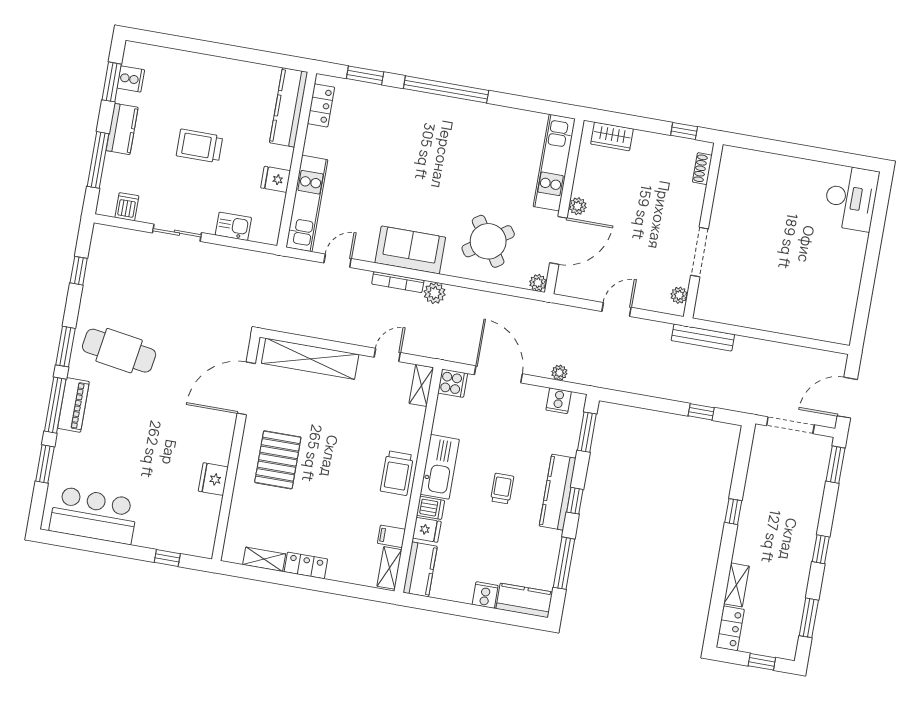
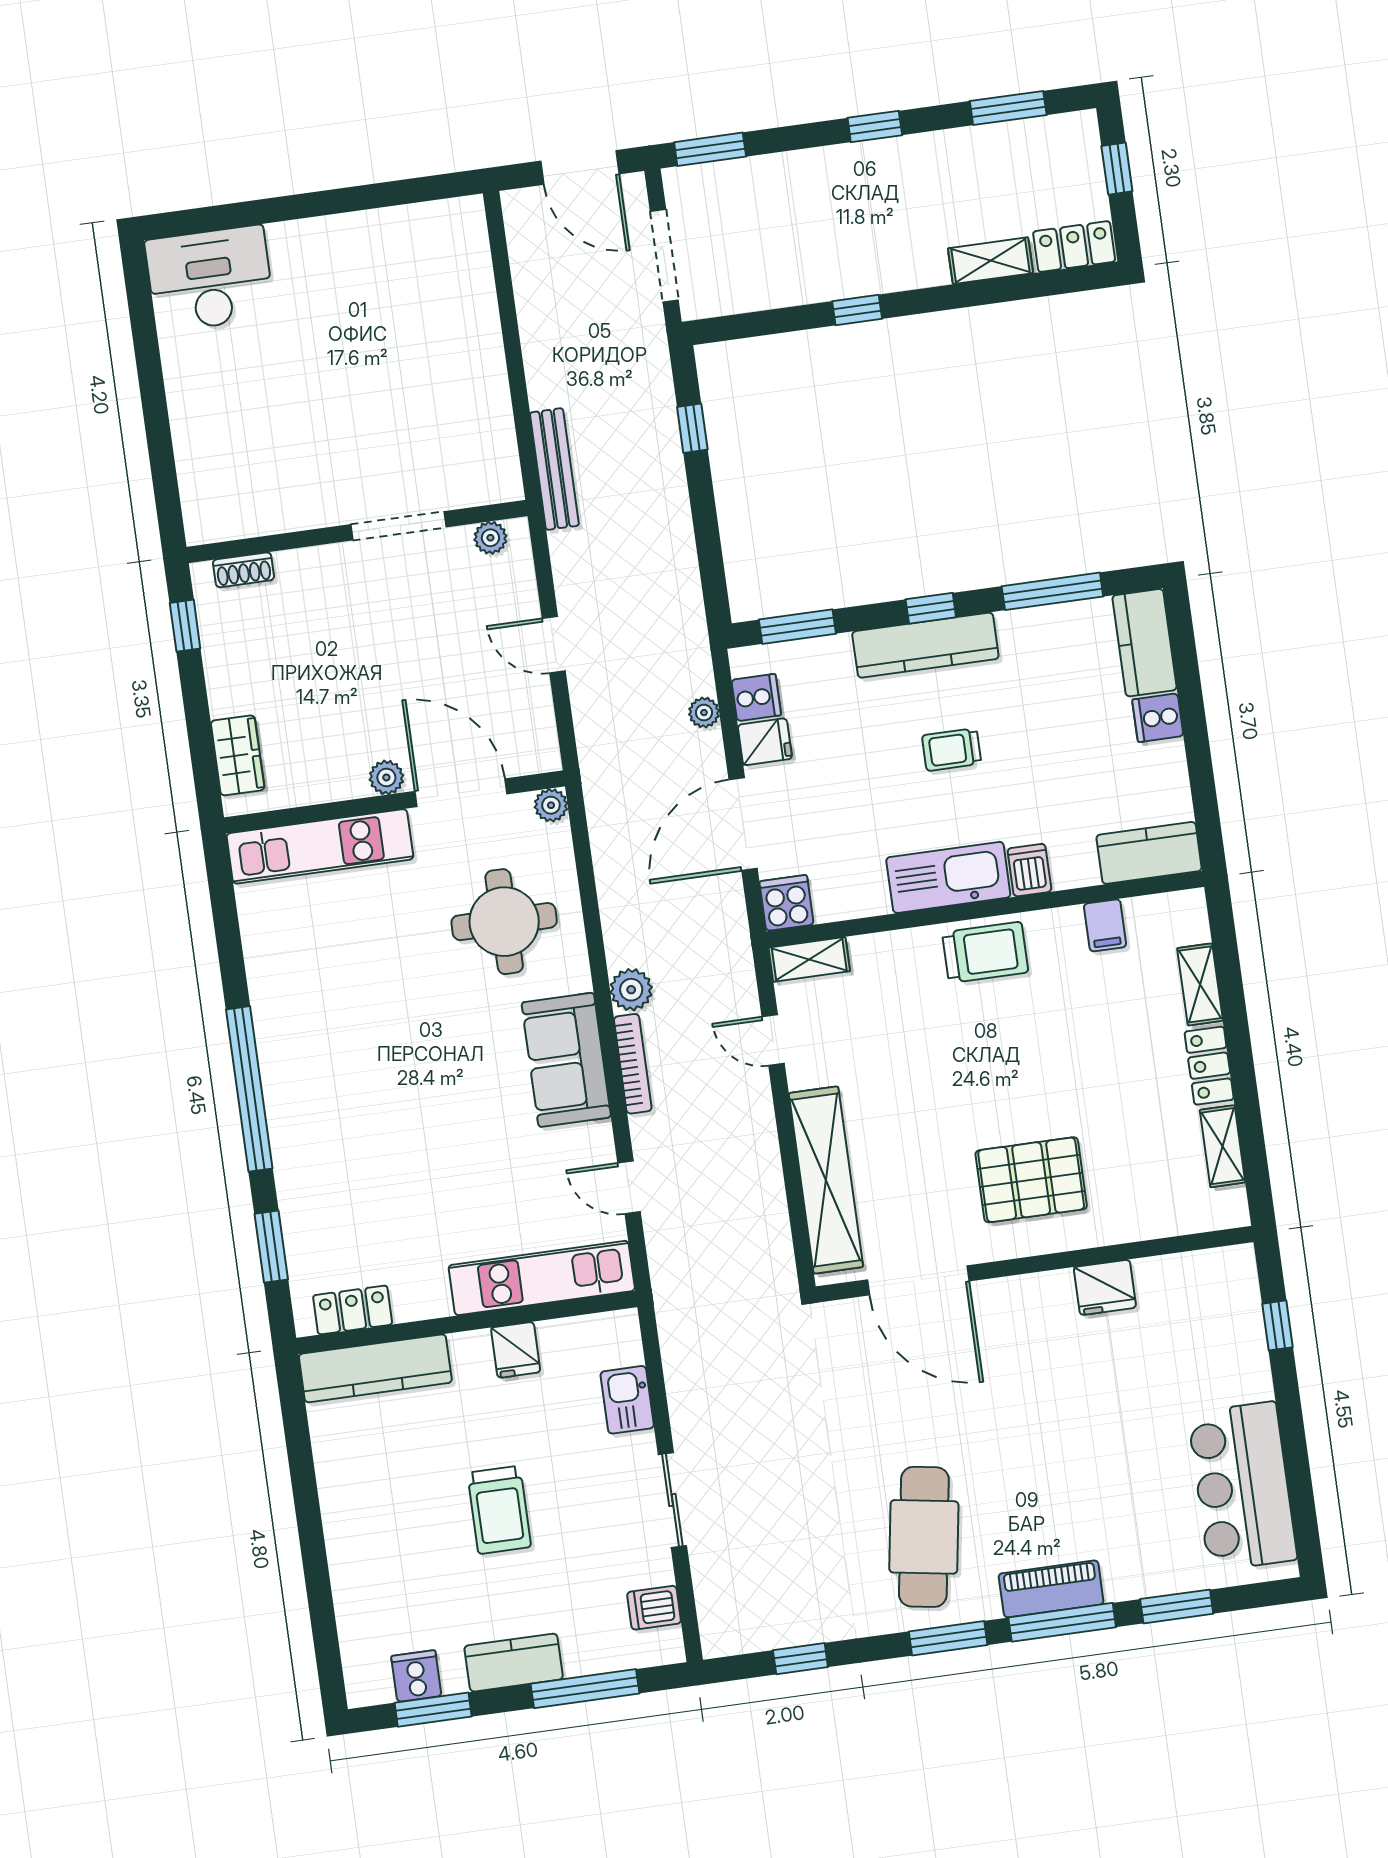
round table: (488, 241) -> (504, 922), turned 34
fridge: (427, 530) -> (765, 742), moved, turned 90
shelving: (389, 568) -> (1200, 984), moved, turned 90

